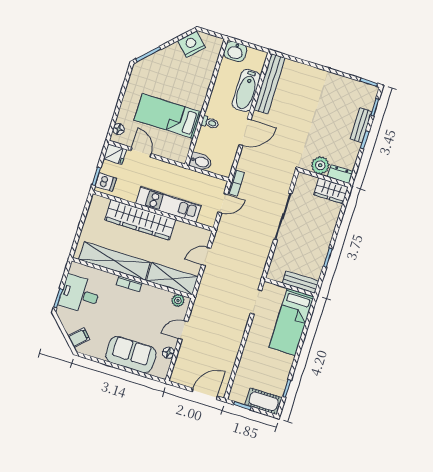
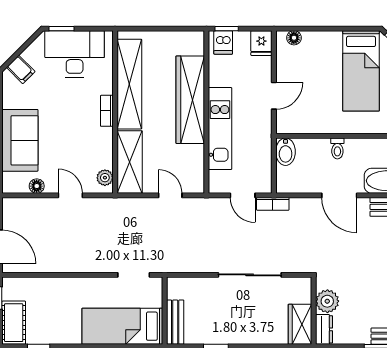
bed: (168, 116) -> (361, 71), moved, turned 180
door: (141, 152) -> (274, 96), moved
desk: (80, 294) -> (75, 54), width x1.37

